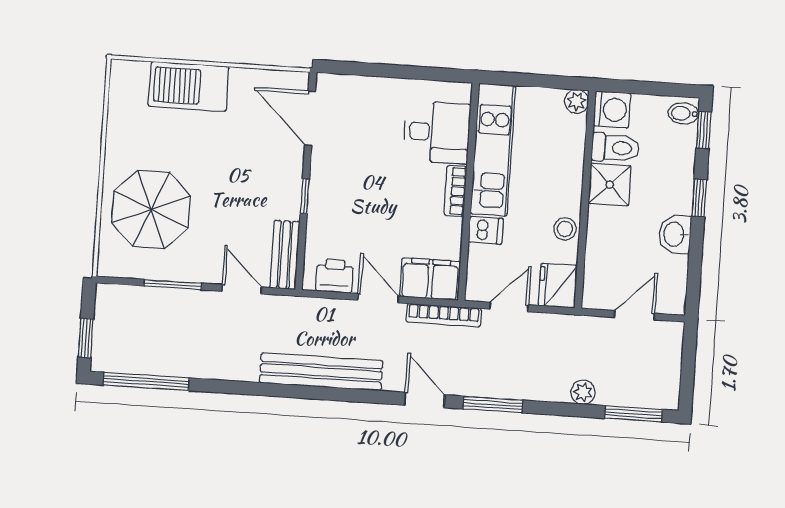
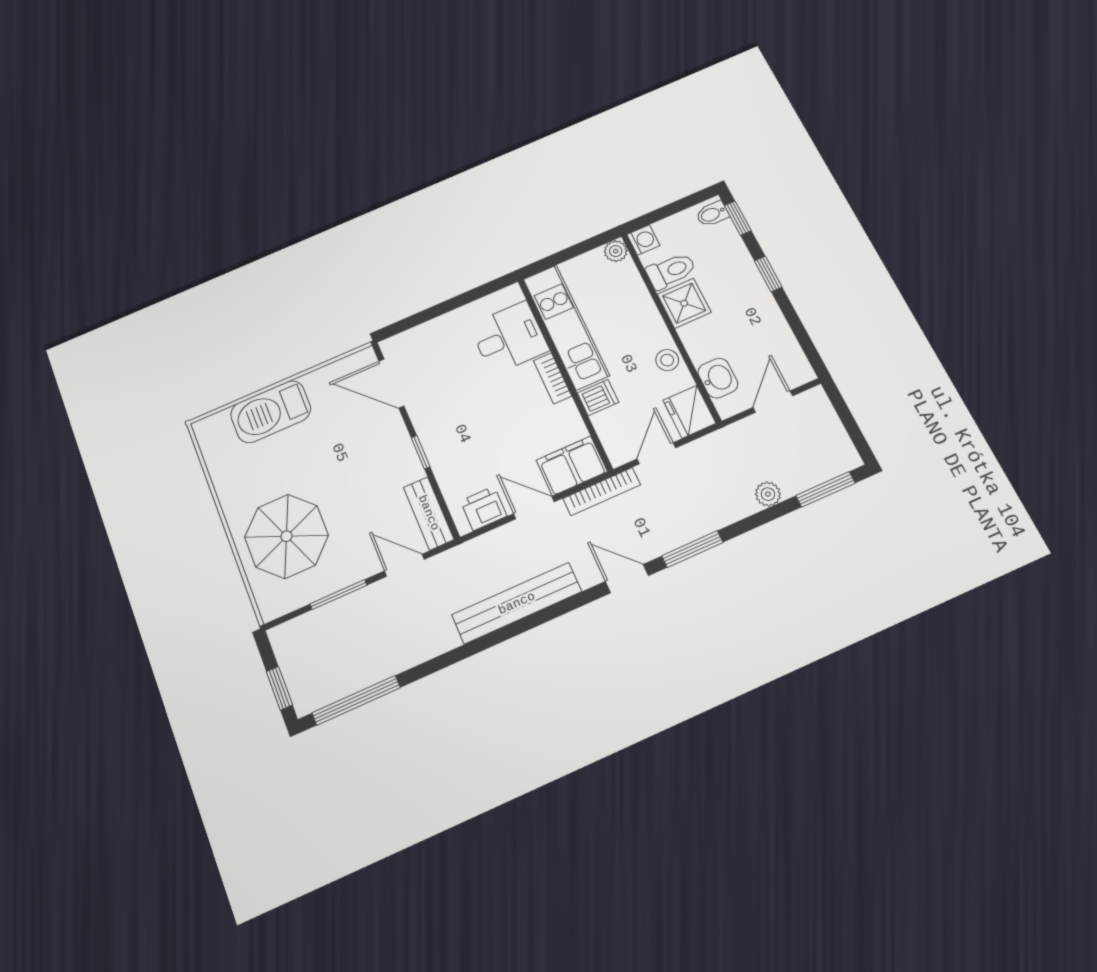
washing machine: (612, 110) -> (643, 240), width x0.73, depth x0.73
washbasin: (675, 234) -> (718, 378), moved, turned 180

